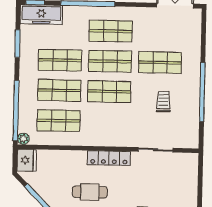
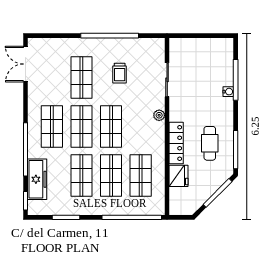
freezer: (41, 15) -> (37, 179), moved
trolley: (164, 101) -> (120, 73), turned -90
plant: (23, 139) -> (159, 115), moved
locker: (109, 158) -> (176, 143), moved
fridge: (27, 160) -> (178, 176), moved, turned 90

